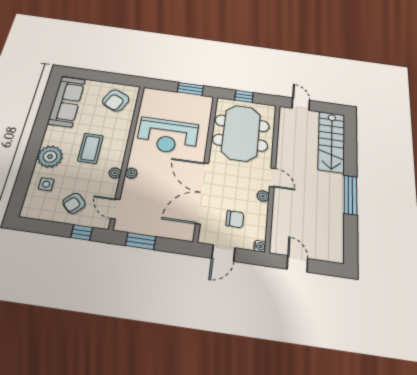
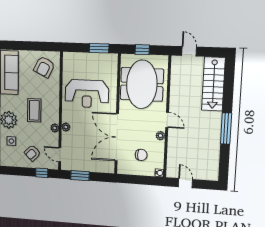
door: (223, 253) -> (135, 180), removed

